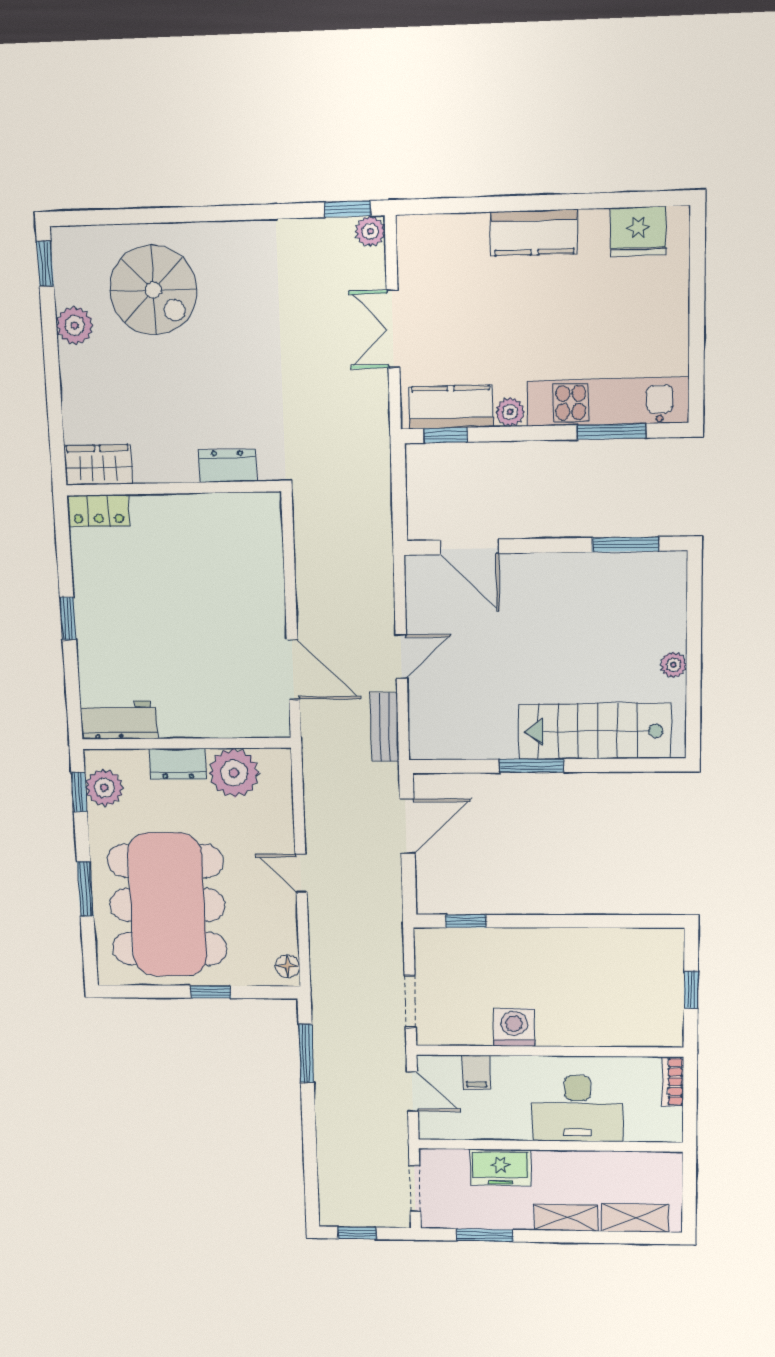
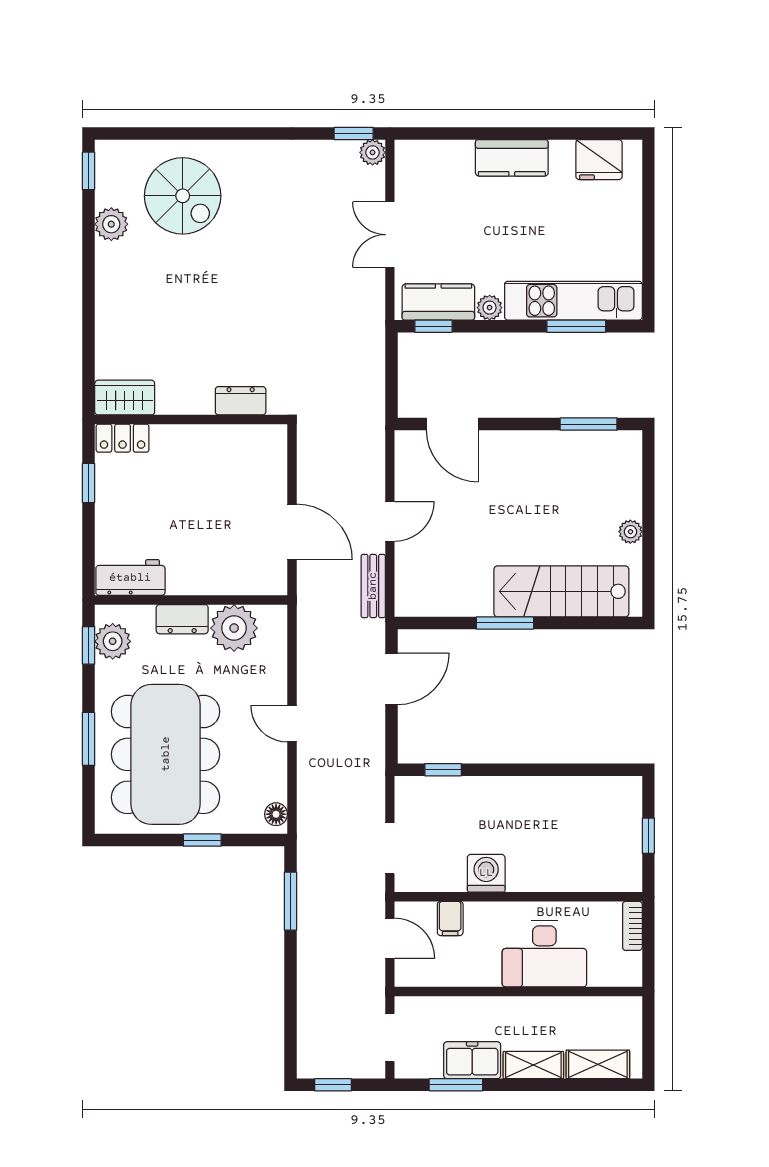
wardrobe: (98, 465) -> (125, 398), moved
dresser: (227, 466) -> (241, 401), moved
wall: (173, 488) -> (191, 420), moved
locker: (98, 511) -> (123, 438), moved
freezer: (500, 1168) -> (472, 1060), moved, turned 180

